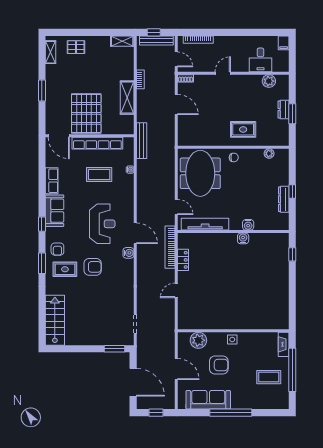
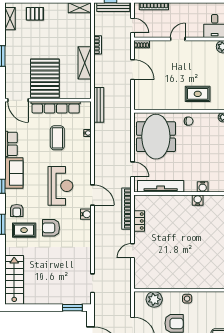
coffee table: (99, 175) -> (57, 138), turned 90
armchair: (93, 267) -> (51, 228), turned 180

